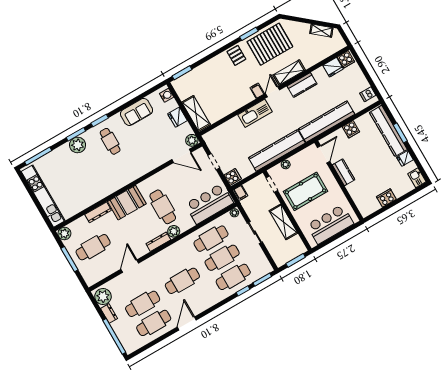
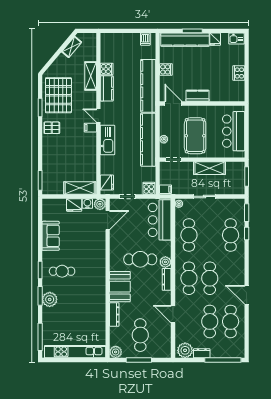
cooker: (346, 59) -> (107, 69), moved
fridge: (333, 67) -> (107, 182), moved
shelving: (289, 73) -> (91, 76), moved
water cooler: (167, 95) -> (87, 204), moved
cafe table: (222, 258) -> (189, 278), moved

